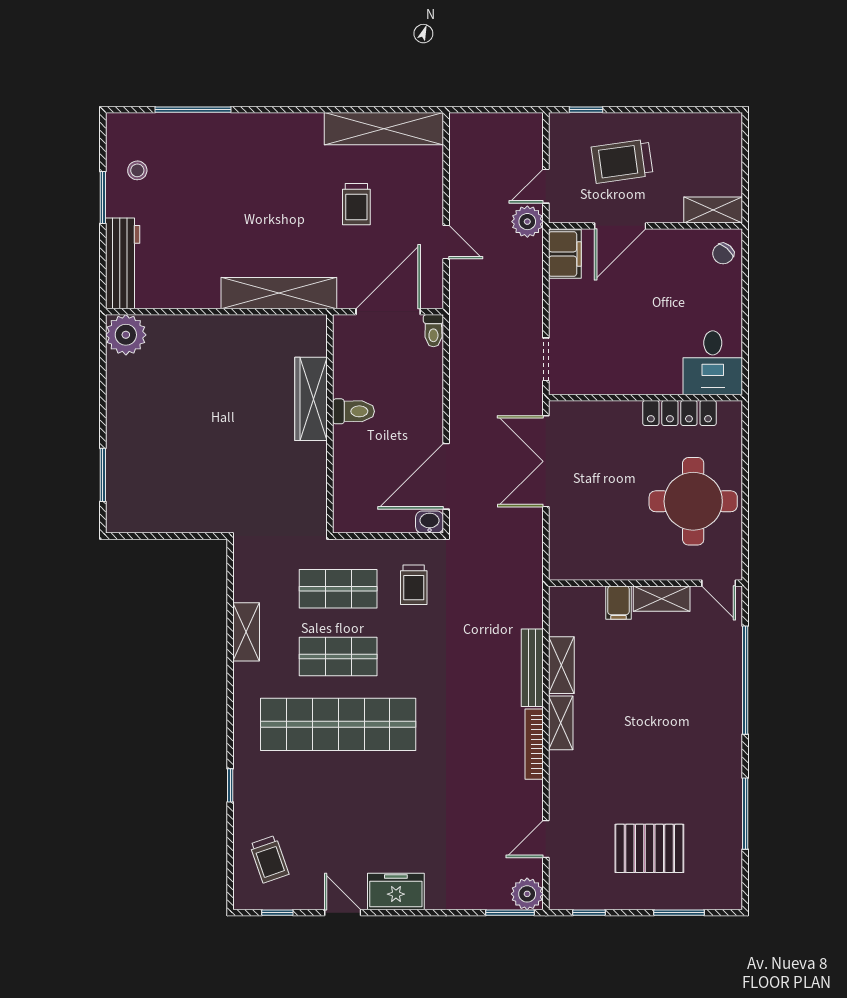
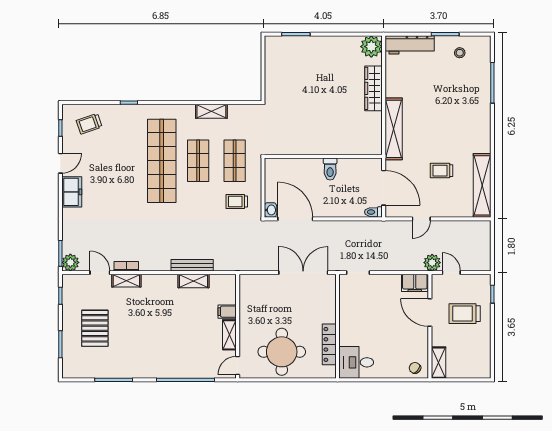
trolley: (622, 161) -> (465, 314), turned -82
wardrobe: (311, 399) -> (374, 88), moved, turned -90
shelving: (561, 723) -> (126, 281), moved
bookcase: (534, 744) -> (126, 266), moved, width x0.64

